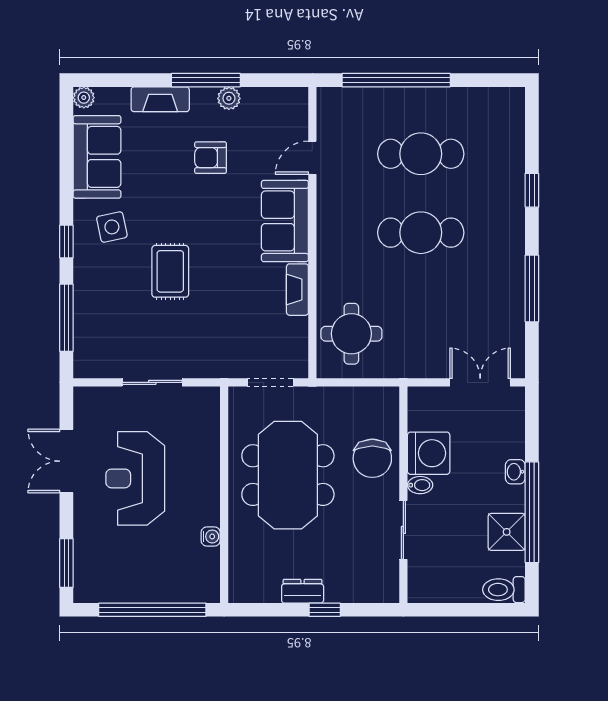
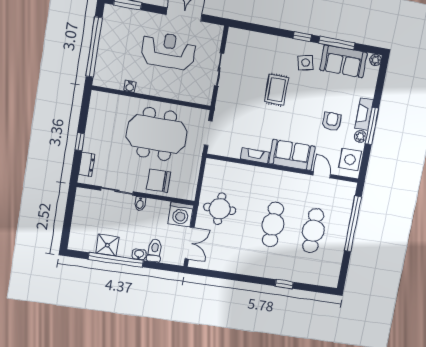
fireplace: (160, 99) -> (364, 114), moved
side table: (275, 109) -> (350, 160), added
rug: (170, 271) -> (277, 90), turned 90
window: (532, 289) -> (234, 277), removed
window: (66, 318) -> (337, 43), moved
round table: (351, 334) -> (220, 209), moved
washing machine: (429, 453) -> (181, 214), moved
toilet: (504, 590) -> (155, 251), moved
dresser: (303, 591) -> (87, 164), moved

